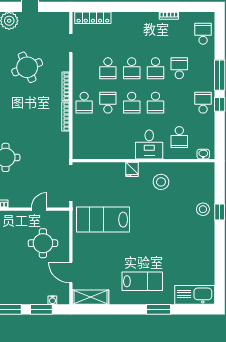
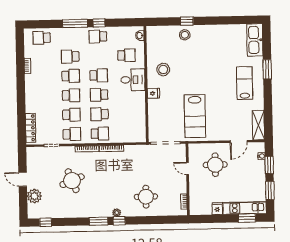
school desk: (84, 68) -> (72, 134), added
school desk: (132, 103) -> (99, 95), turned 180

